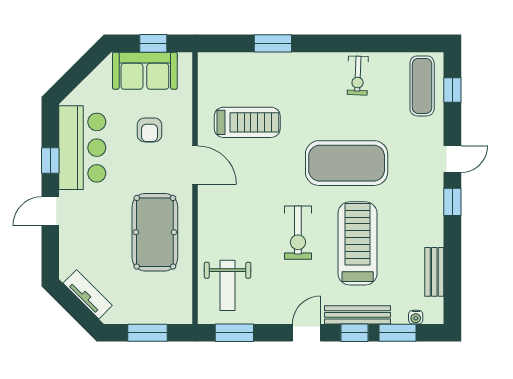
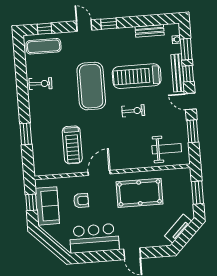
treadmill: (247, 122) -> (72, 145), turned 180
window: (50, 161) -> (103, 256), removed
exercise bike: (298, 233) -> (133, 111), width x0.73, depth x0.72
window: (234, 333) -> (193, 131), moved

